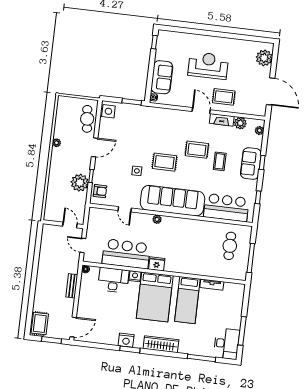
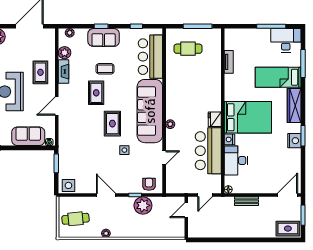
door: (201, 111) -> (57, 106), moved
cafe table: (87, 119) -> (76, 219), moved
bed: (187, 300) -> (278, 77), moved, turned 180
door: (73, 327) -> (288, 195), hinge flipped

